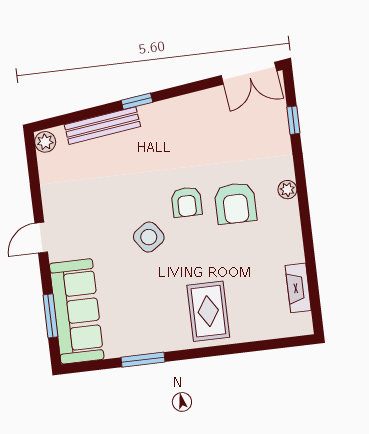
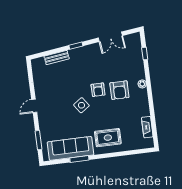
double door: (249, 73) -> (110, 37), moved
bench: (102, 126) -> (57, 57), width x0.73
plant: (45, 142) -> (36, 64), removed
sofa: (77, 311) -> (71, 148), moved, turned -90
rug: (208, 311) -> (108, 138), turned 90

